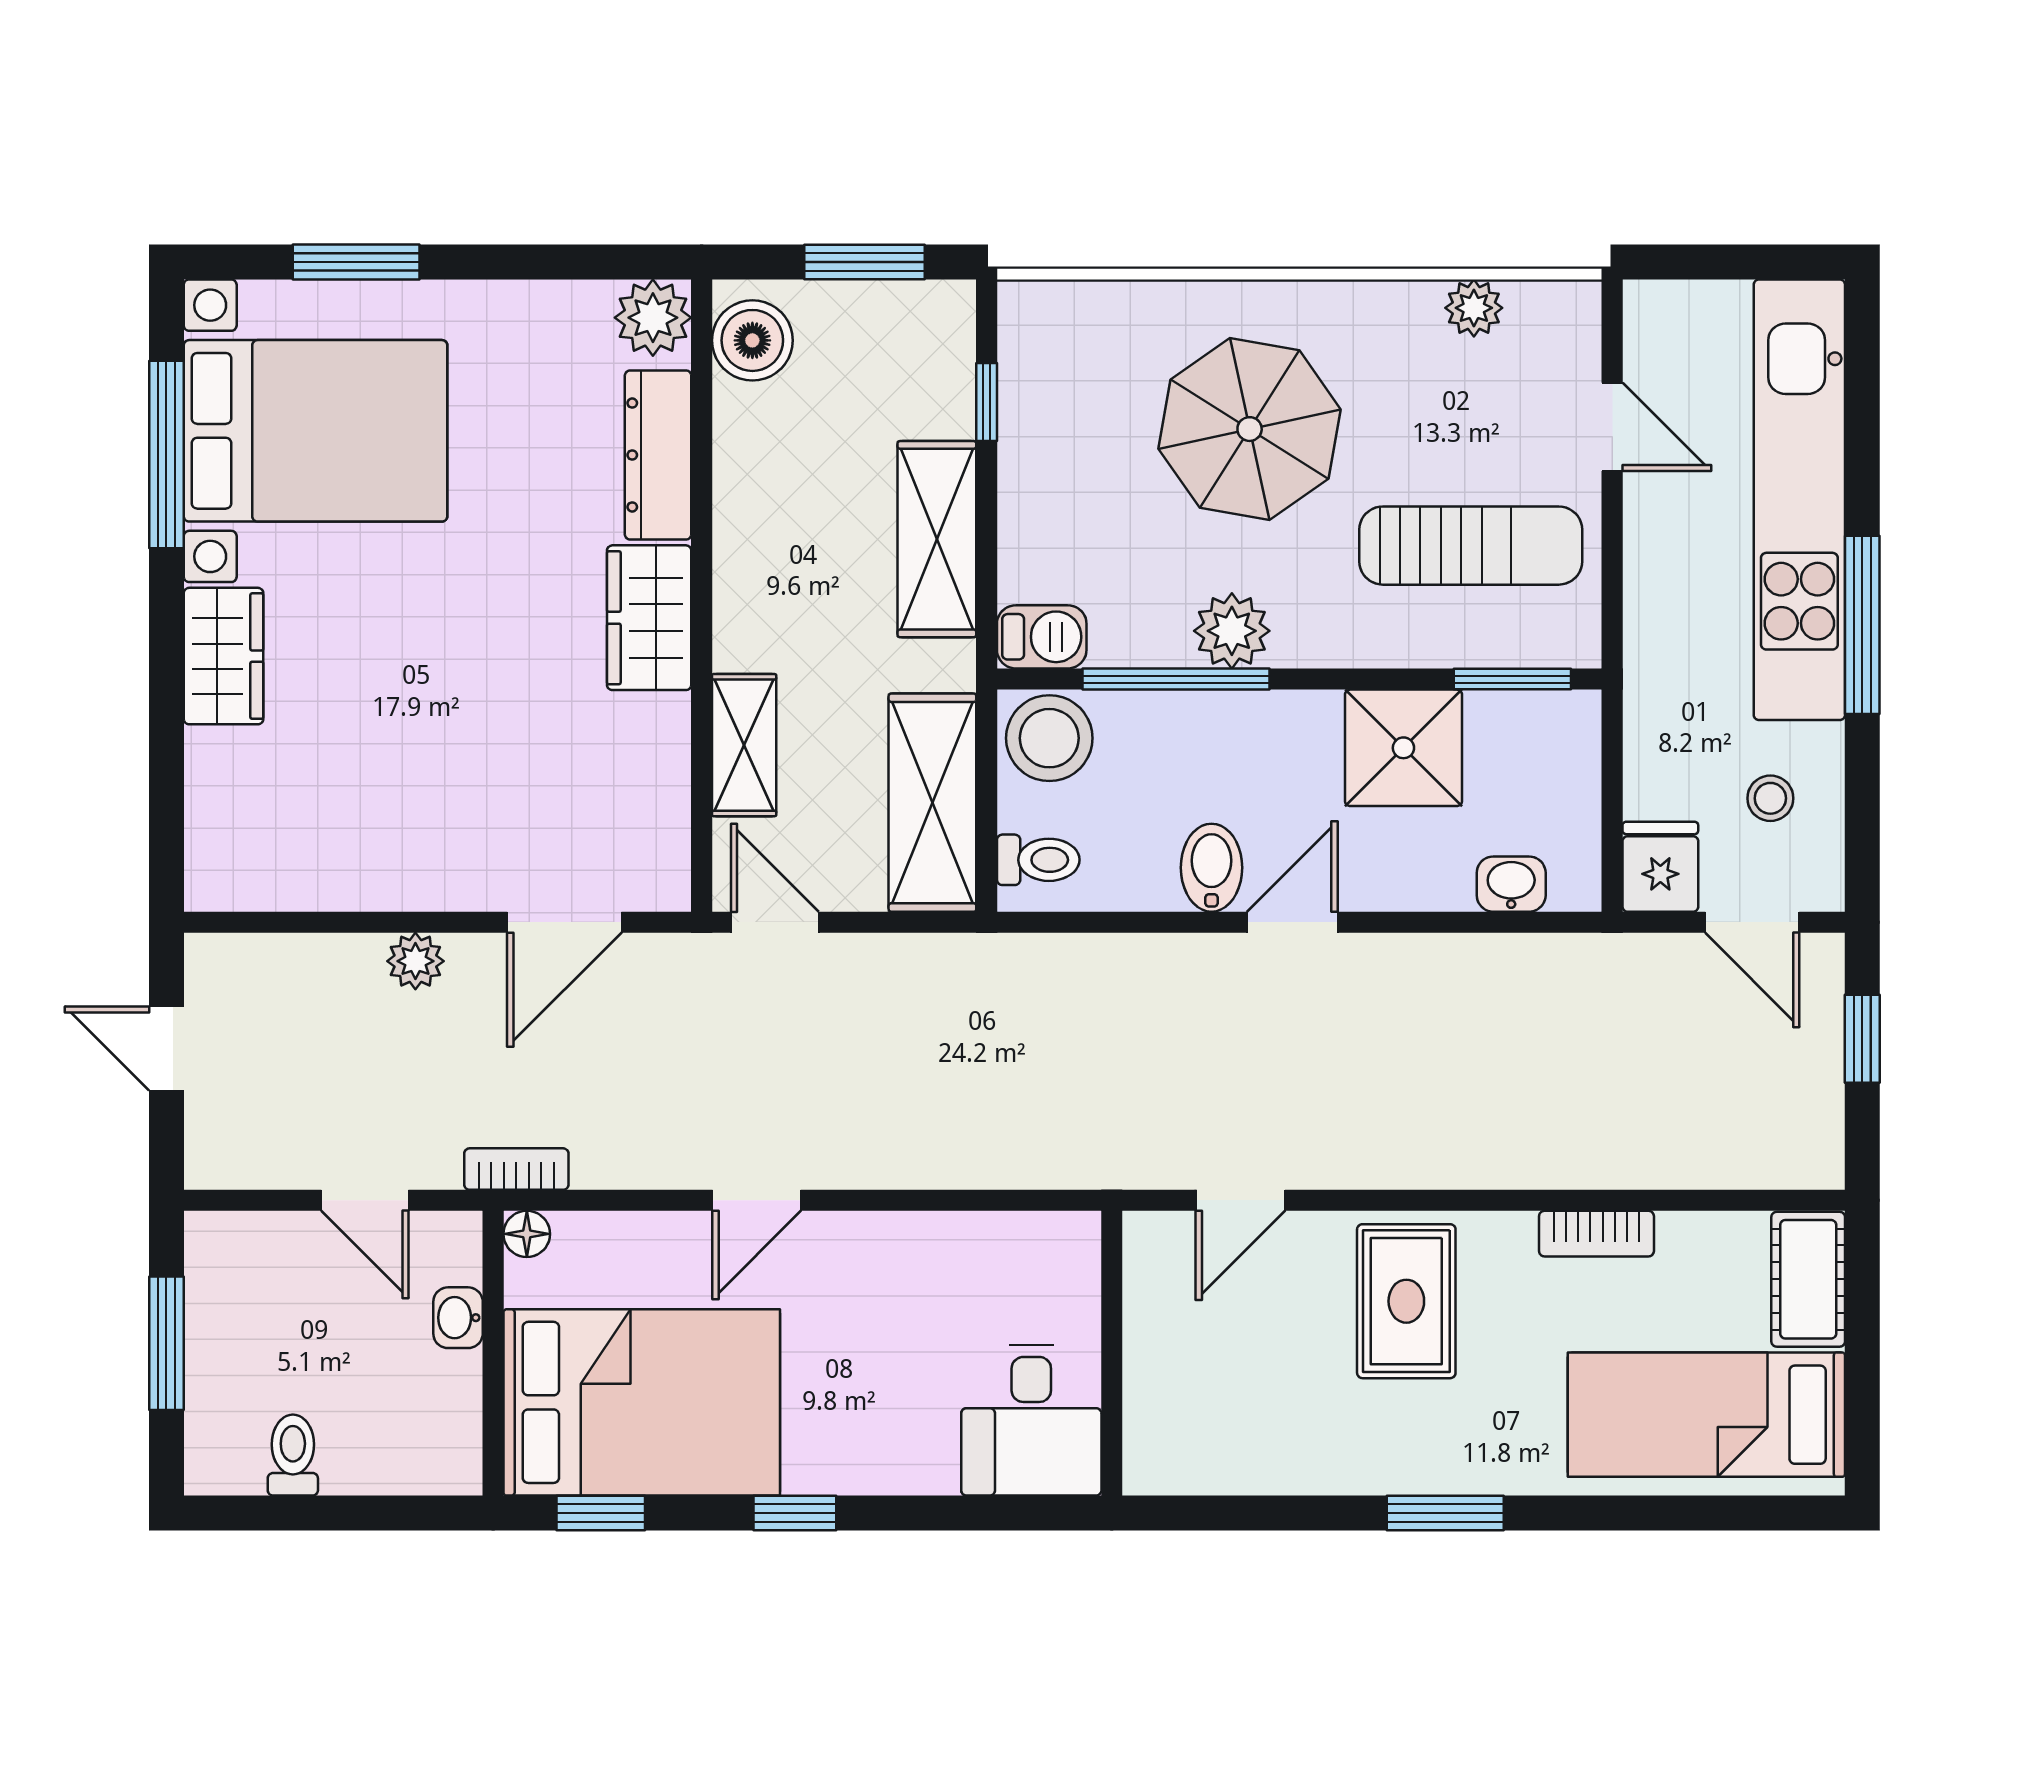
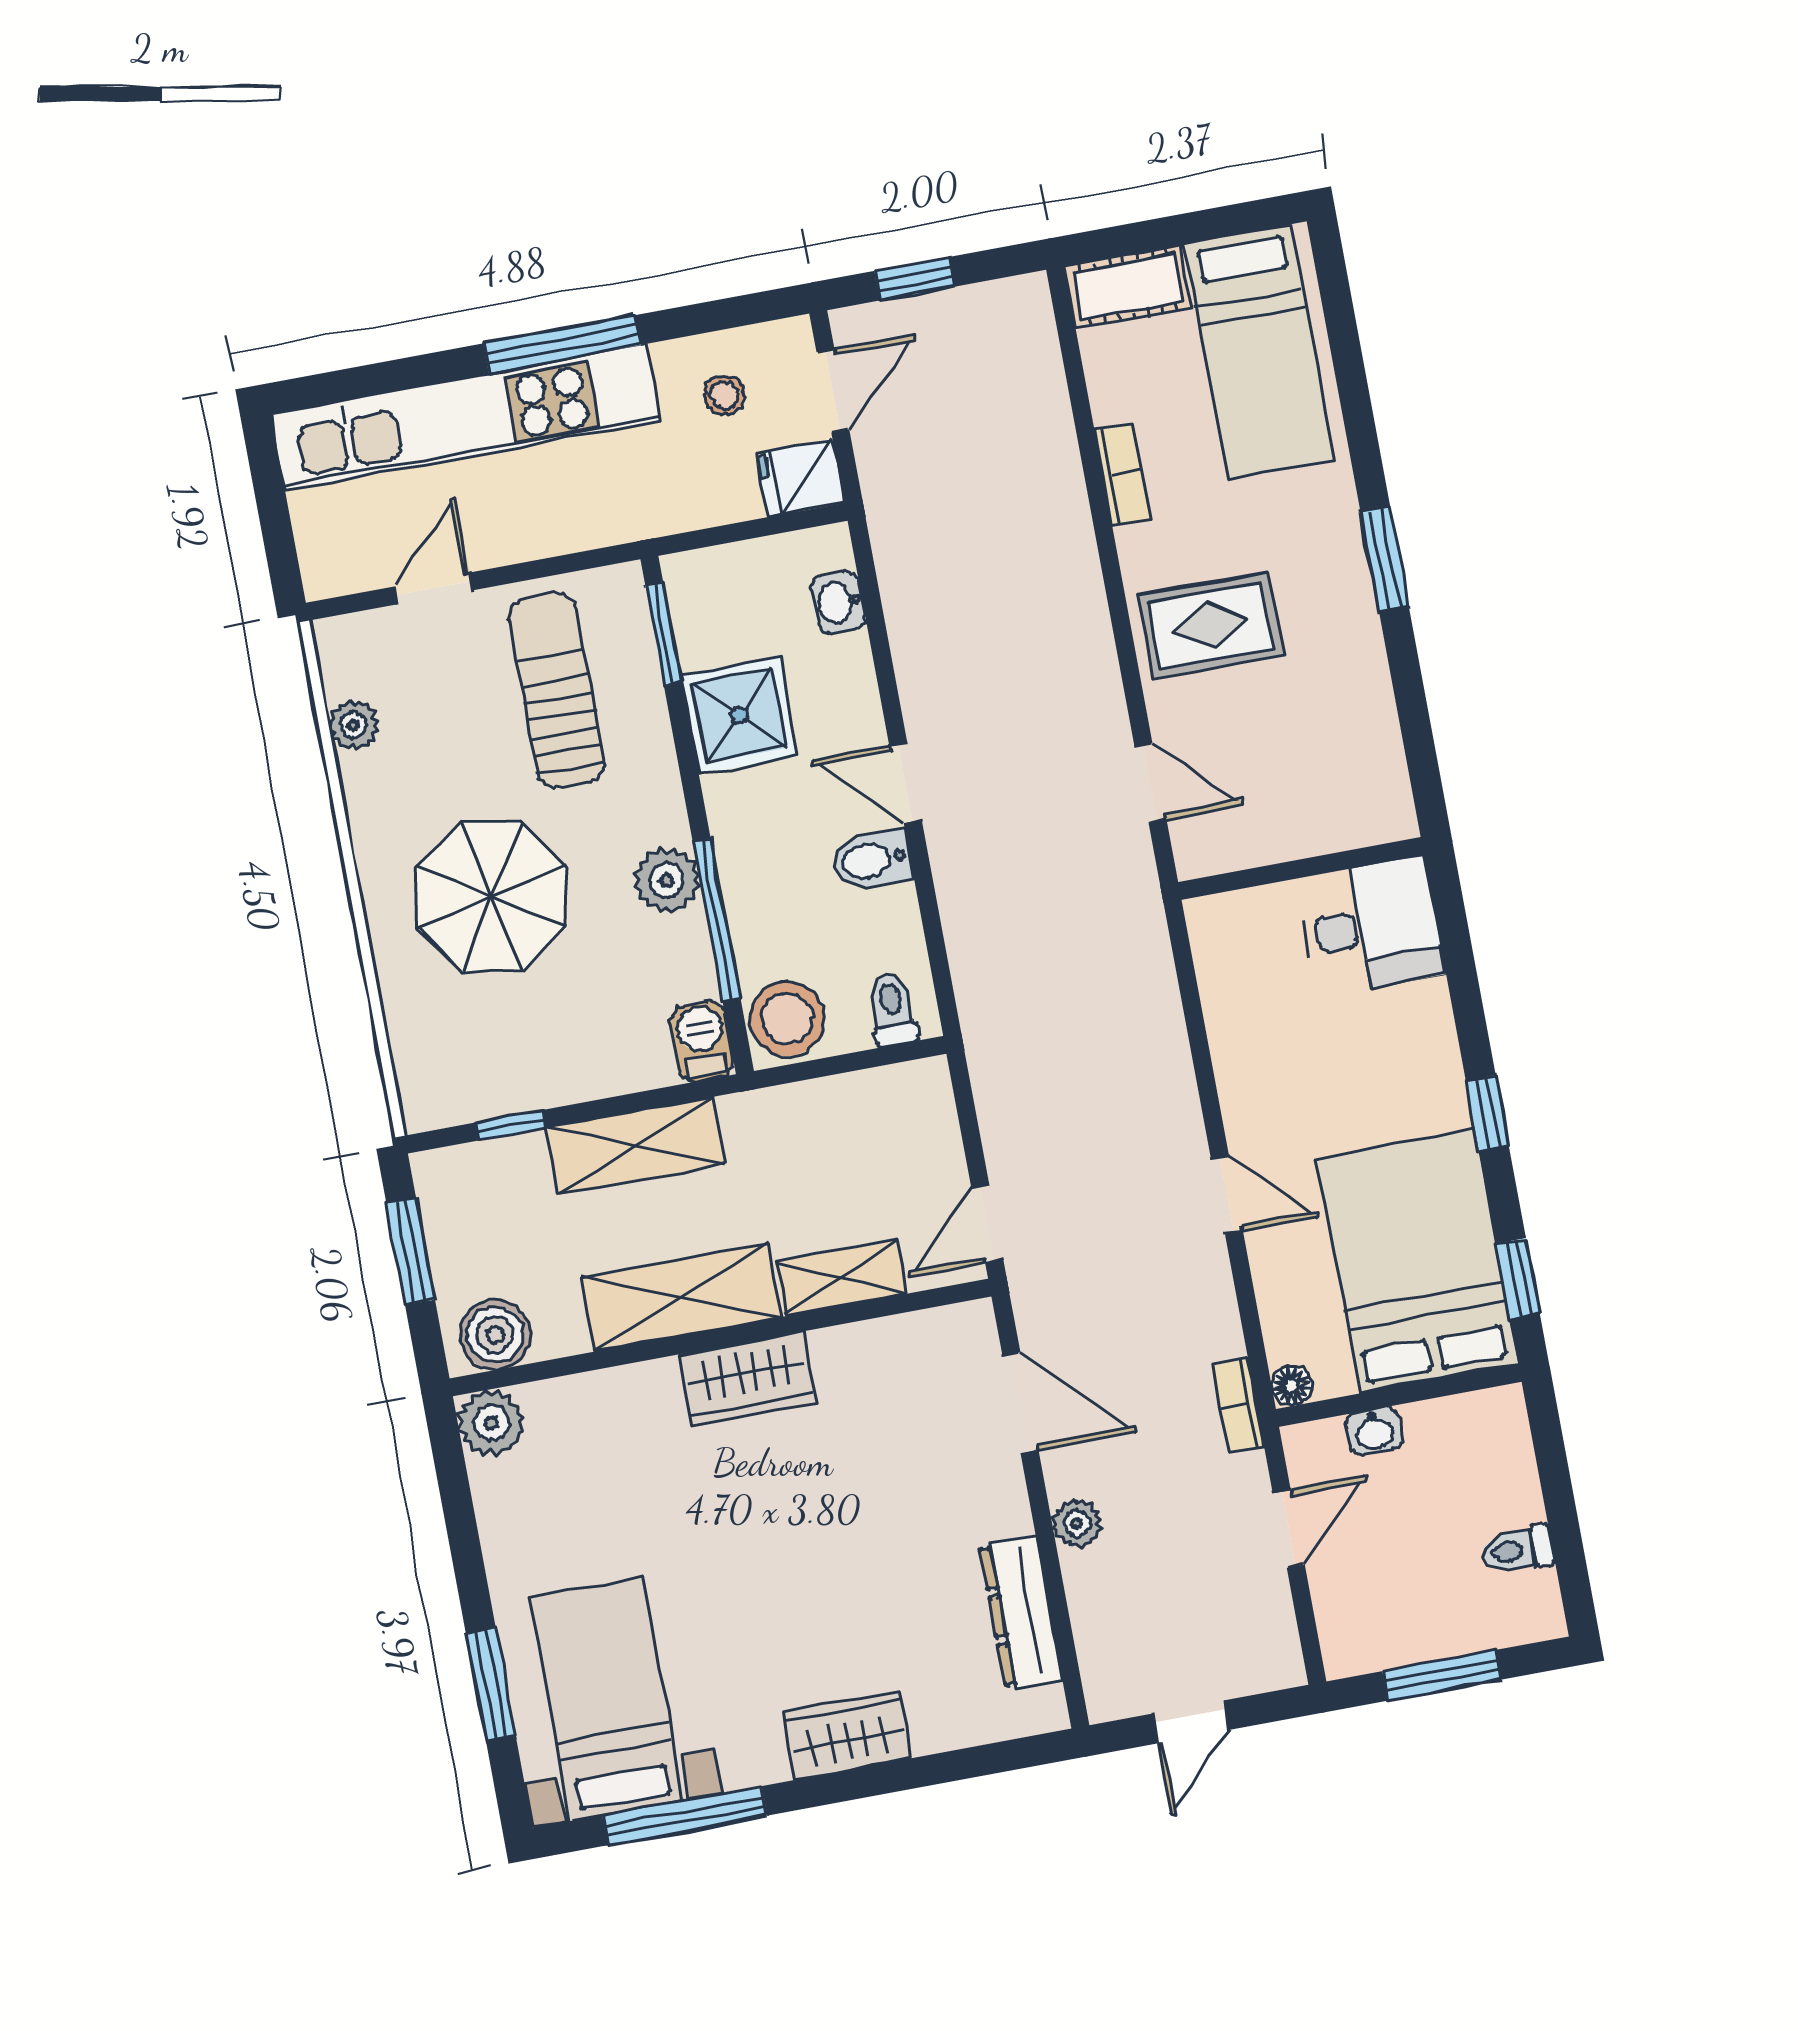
bed with nightstands: (315, 431) -> (607, 1699), width x0.73
dresser: (658, 455) -> (1021, 1612), moved, turned 90
shelving: (932, 803) -> (681, 1297), moved

